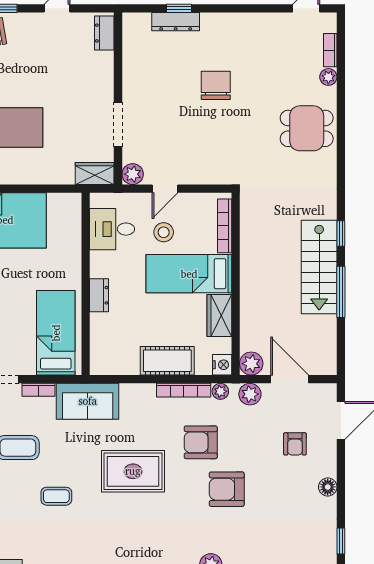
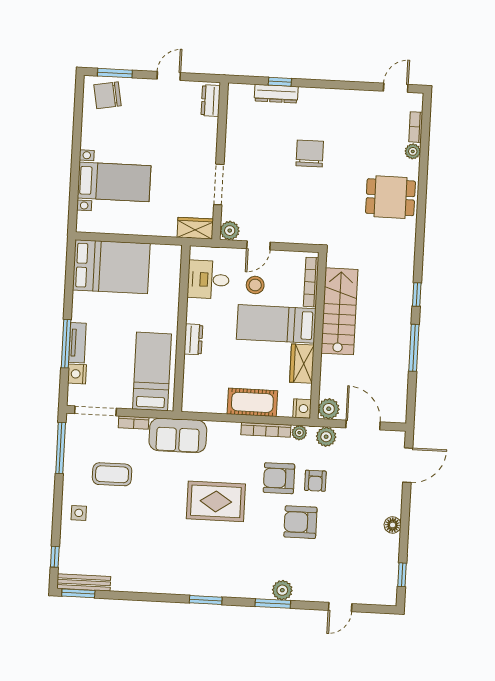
stairs: (319, 267) -> (339, 311), moved, turned 180
armchair: (295, 444) -> (315, 481), moved
coffee table: (56, 496) -> (145, 520), removed

